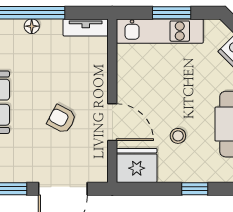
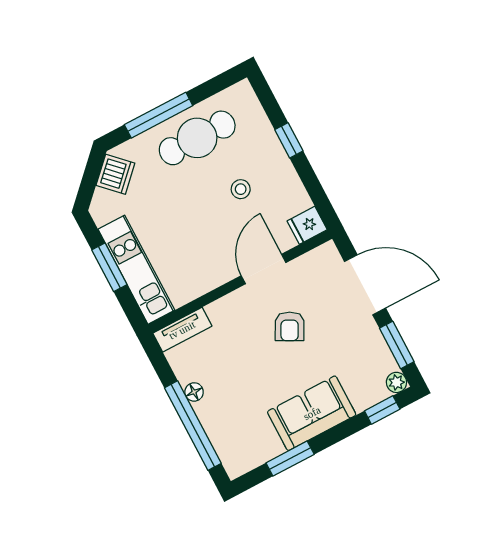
floor lamp: (32, 26) -> (194, 392), moved
tv unit: (86, 27) -> (182, 330), moved, turned 90
fridge: (137, 165) -> (307, 225), width x0.53, depth x0.75

